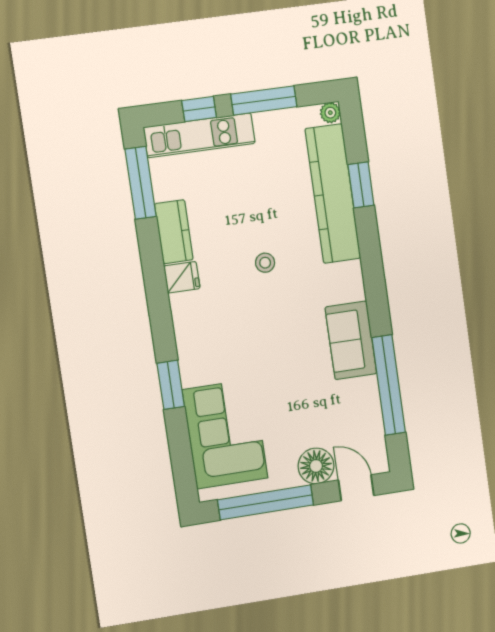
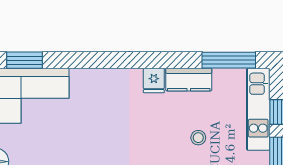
stool: (265, 263) -> (198, 138), moved
window: (171, 385) -> (25, 60), moved

